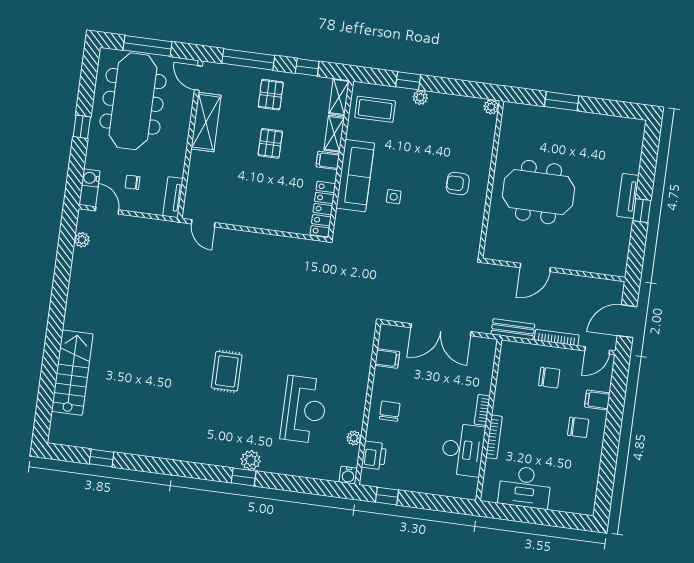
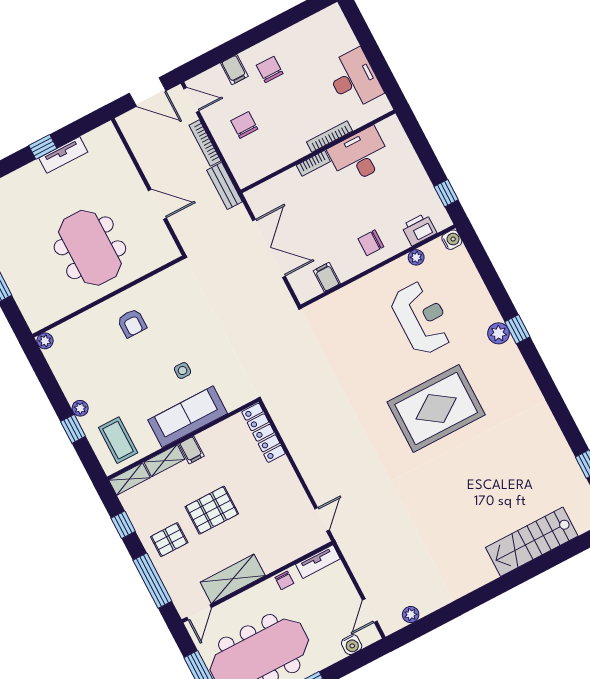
pallet: (270, 143) -> (212, 510), width x1.50, depth x1.42
chair: (133, 182) -> (284, 580), moved
tv unit: (628, 196) -> (63, 155), moved
locker: (323, 209) -> (263, 433), moved, turned 90
rug: (227, 371) -> (436, 408), width x1.86, depth x2.06
reception desk: (304, 410) -> (422, 318), turned 90

